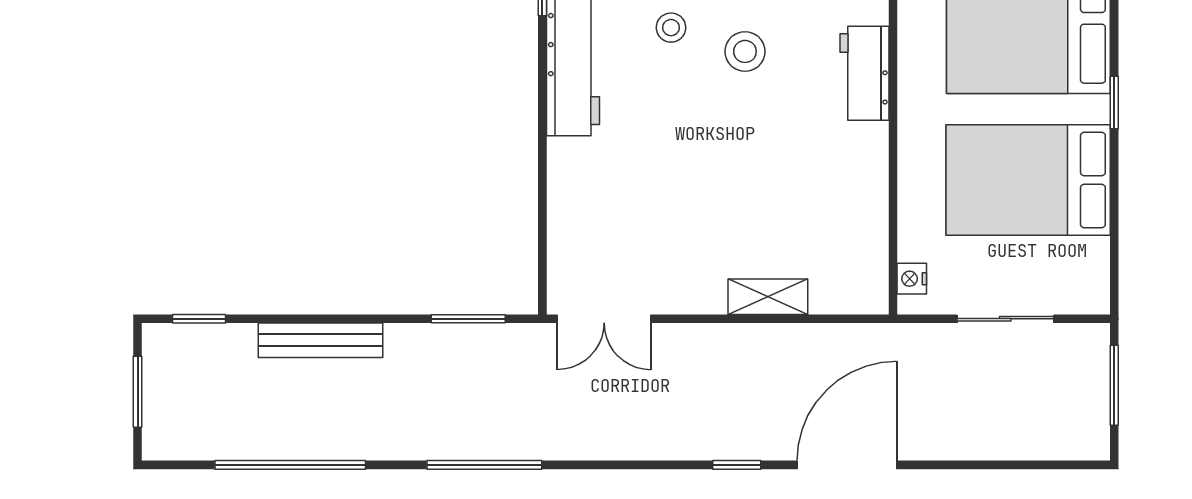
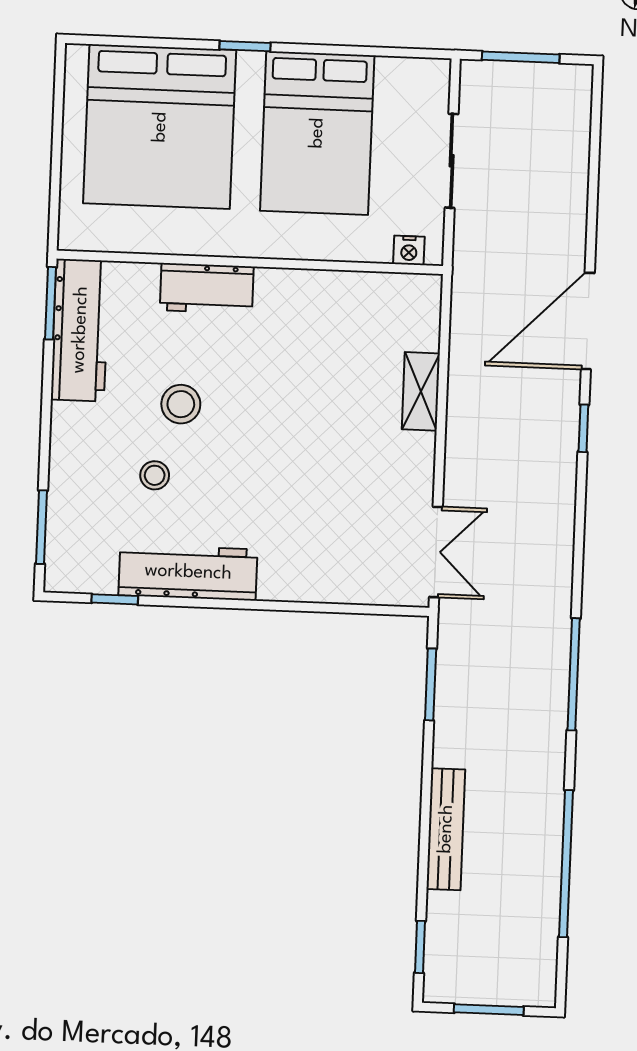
door: (847, 465) -> (588, 321), hinge flipped

